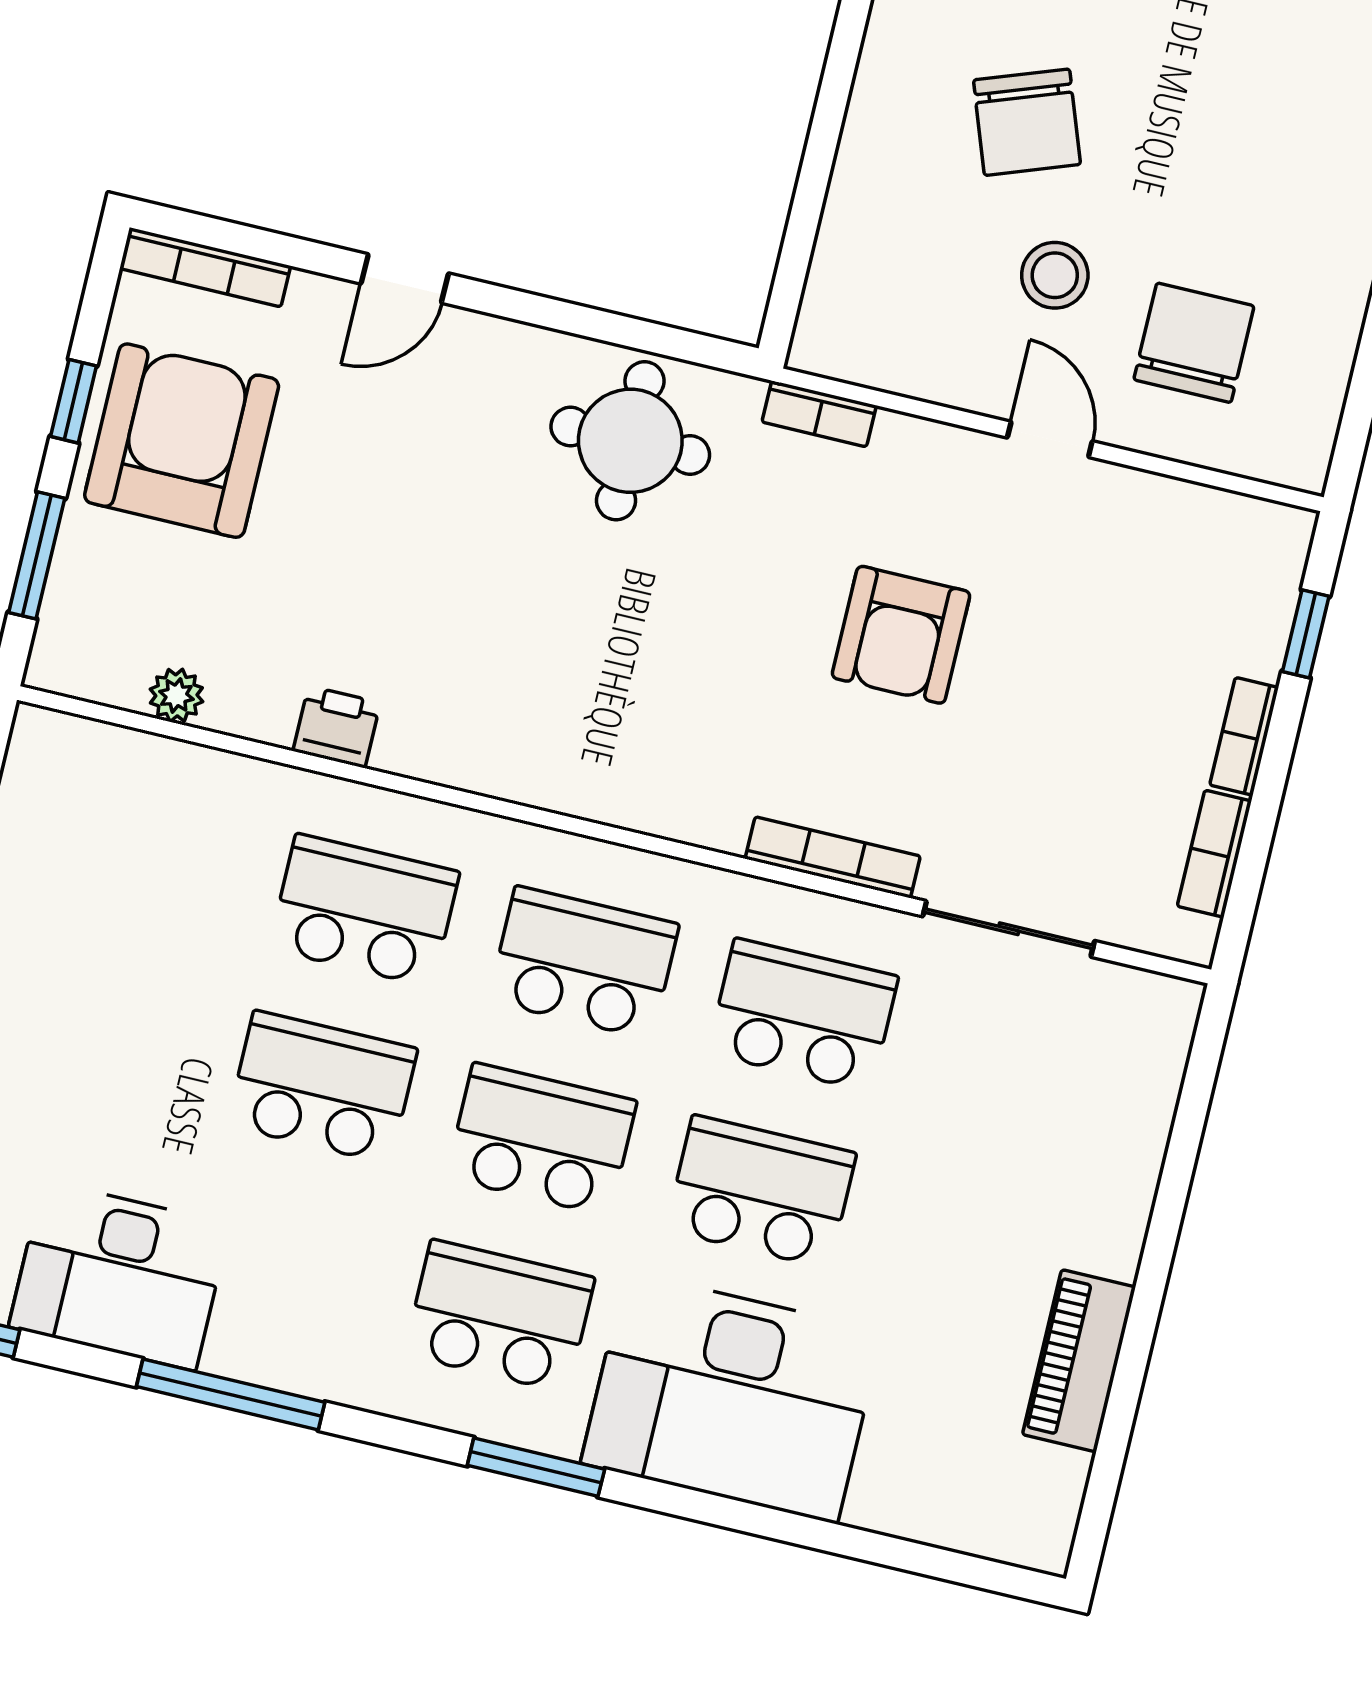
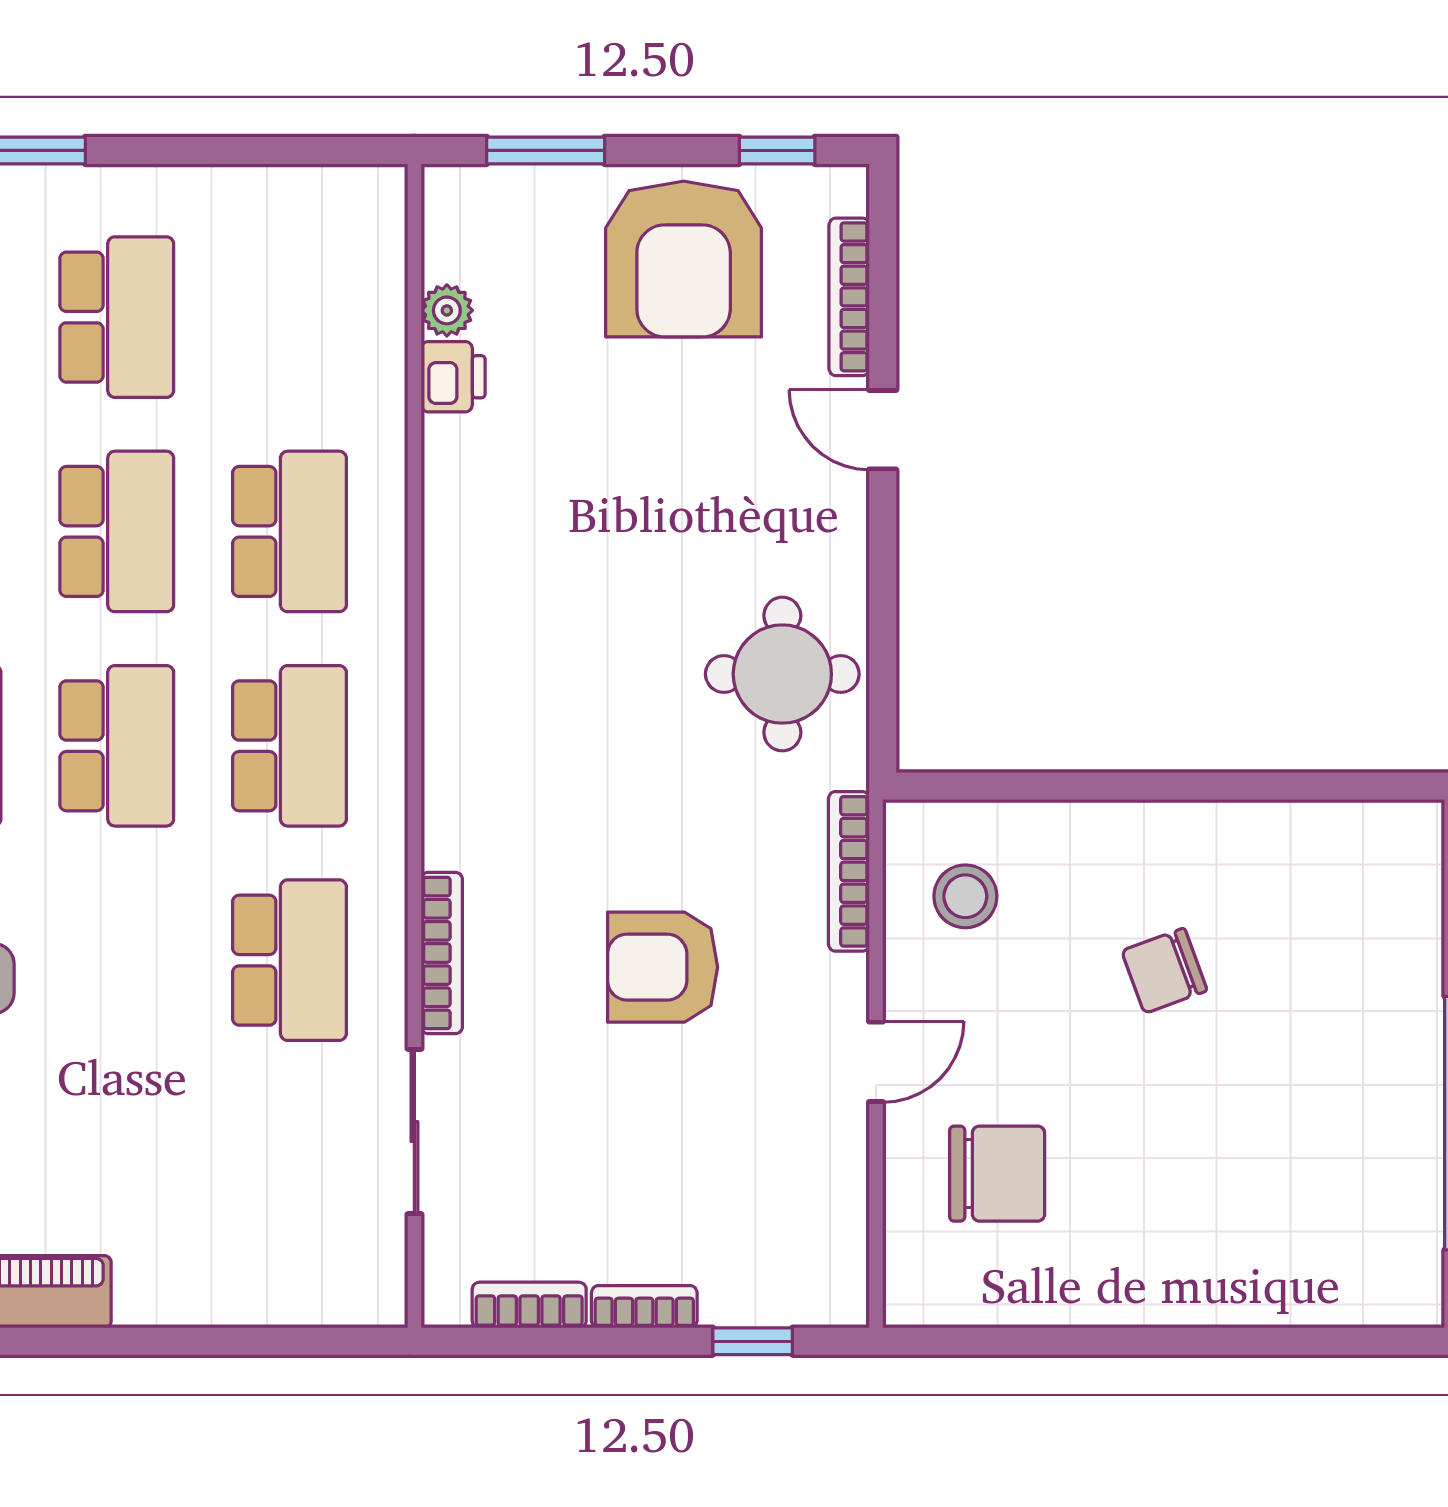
chair: (1027, 122) -> (1164, 971), width x0.73, depth x0.73
bookcase: (205, 267) -> (849, 297), moved
stool: (1055, 275) -> (965, 896), moved
window: (74, 401) -> (777, 150), moved
bookcase: (819, 414) -> (849, 871), width x1.56
armchair: (182, 441) -> (684, 259), turned 90
printer: (337, 727) -> (453, 377), moved
school desk: (761, 1192) -> (117, 317), moved

